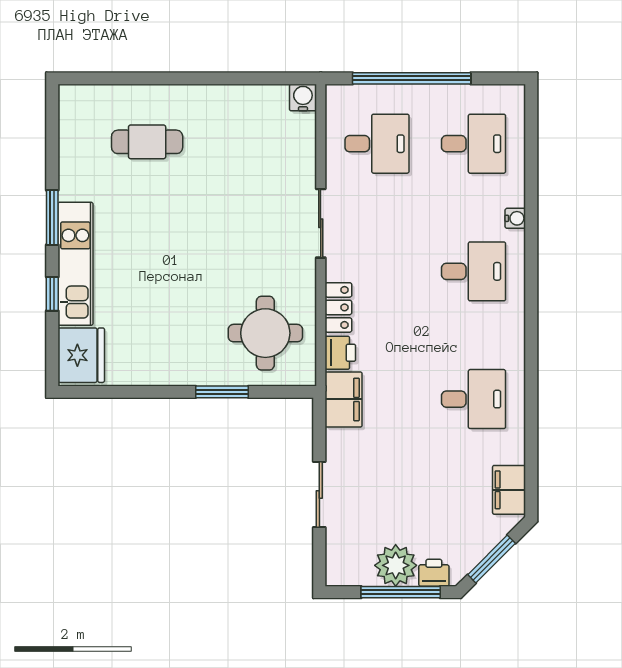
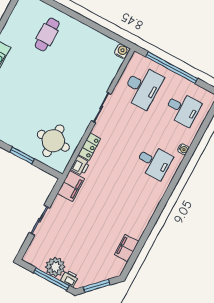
cafe table: (147, 142) -> (47, 34), turned 90
desk: (377, 144) -> (142, 87), width x1.37
desk: (474, 399) -> (125, 215), removed
filing cabinet: (509, 490) -> (127, 248), moved

